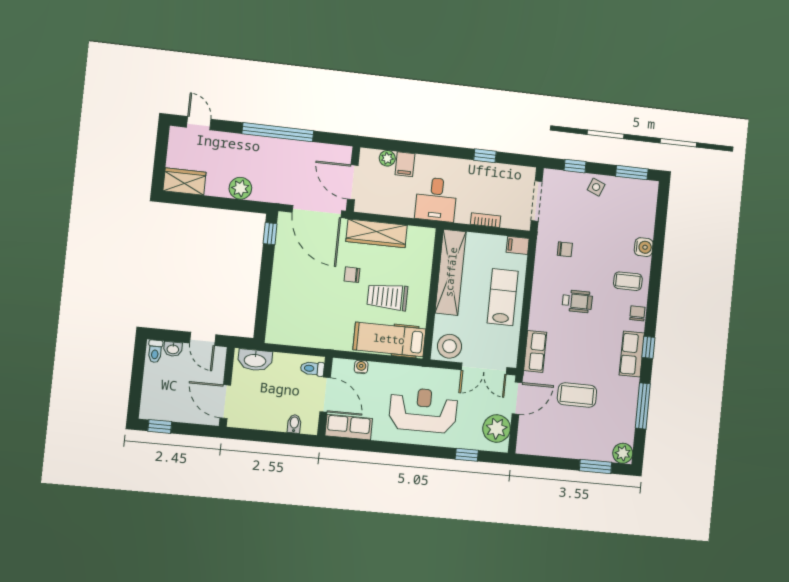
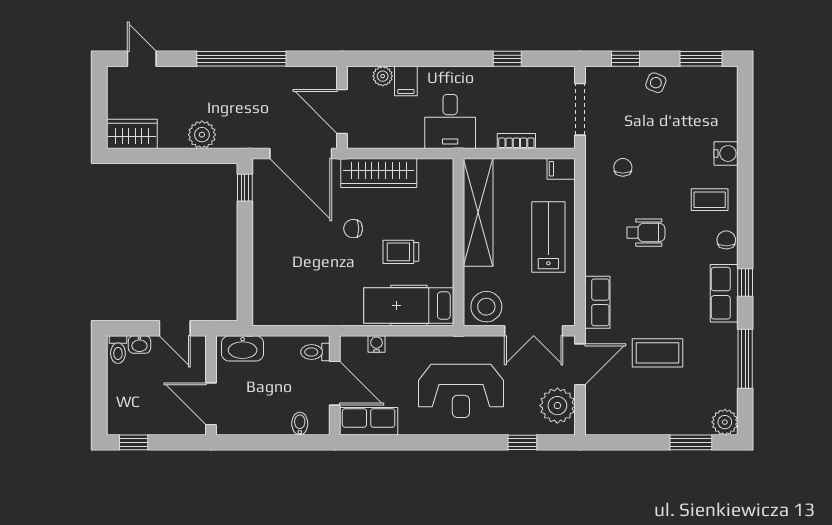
chair: (565, 249) -> (623, 167), turned -90
trolley: (387, 297) -> (401, 252), width x0.73, depth x0.72
reception desk: (423, 410) -> (461, 391), turned 180

